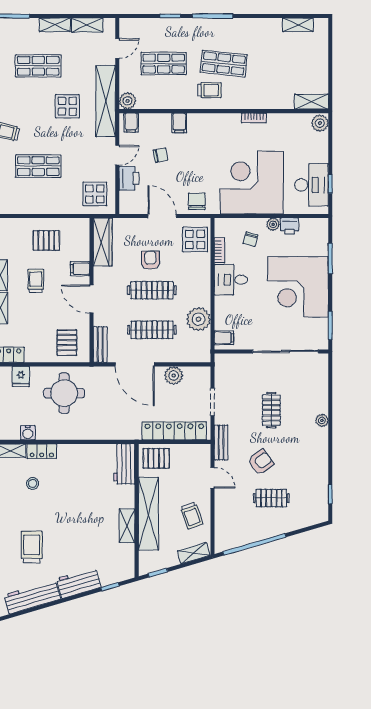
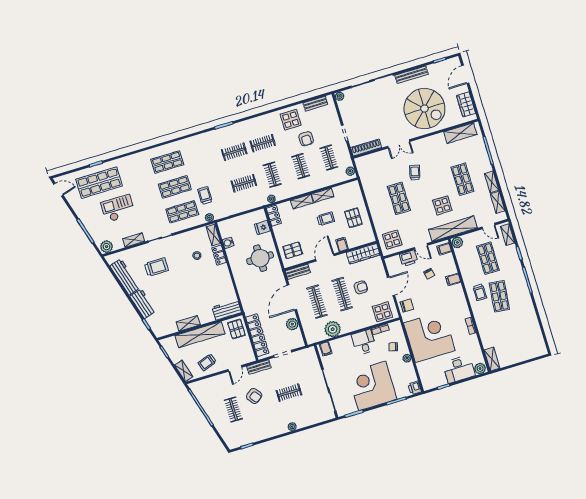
shelving: (298, 25) -> (508, 235), moved
desk: (312, 185) -> (459, 369), moved
printer: (290, 226) -> (415, 388), moved

